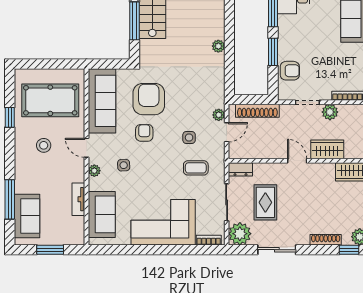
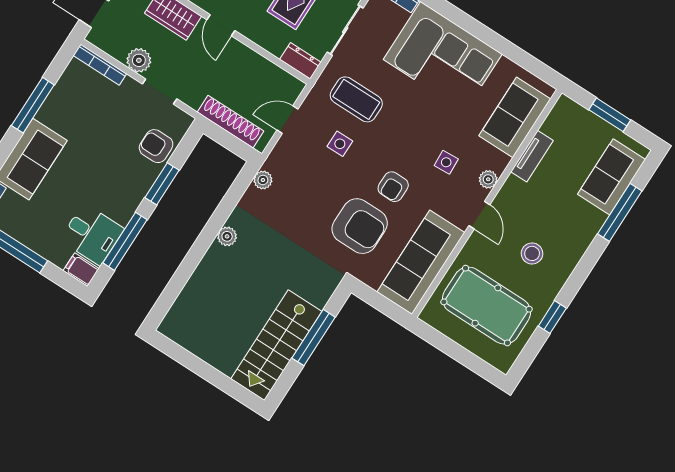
armchair: (149, 99) -> (360, 226), turned -90
plant: (219, 115) -> (263, 180), moved
coffee table: (196, 168) -> (356, 99), width x1.36, depth x1.30

